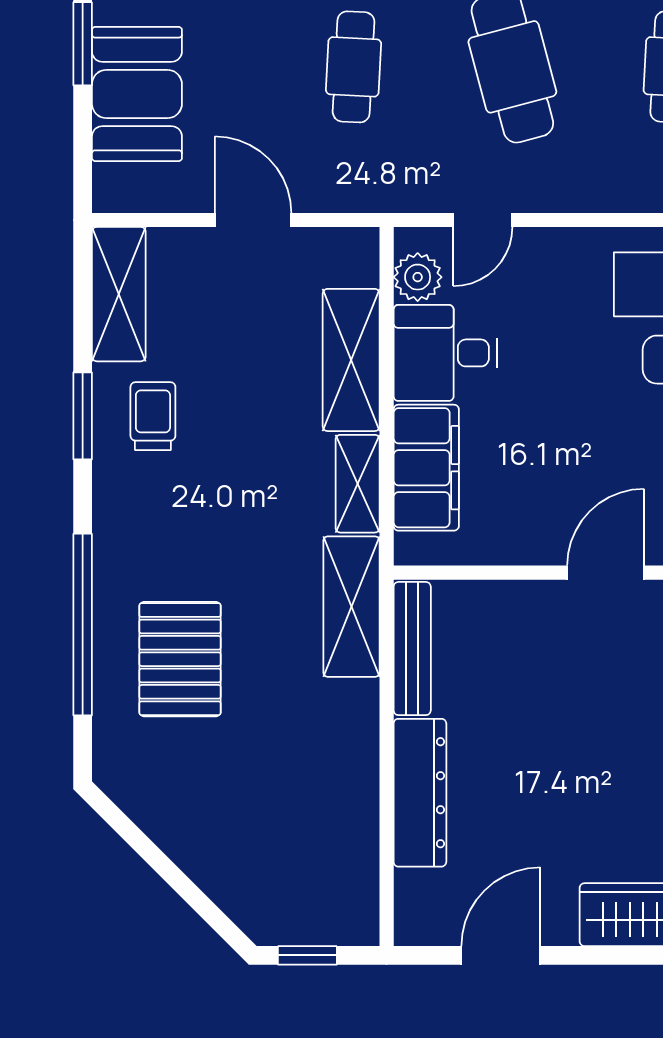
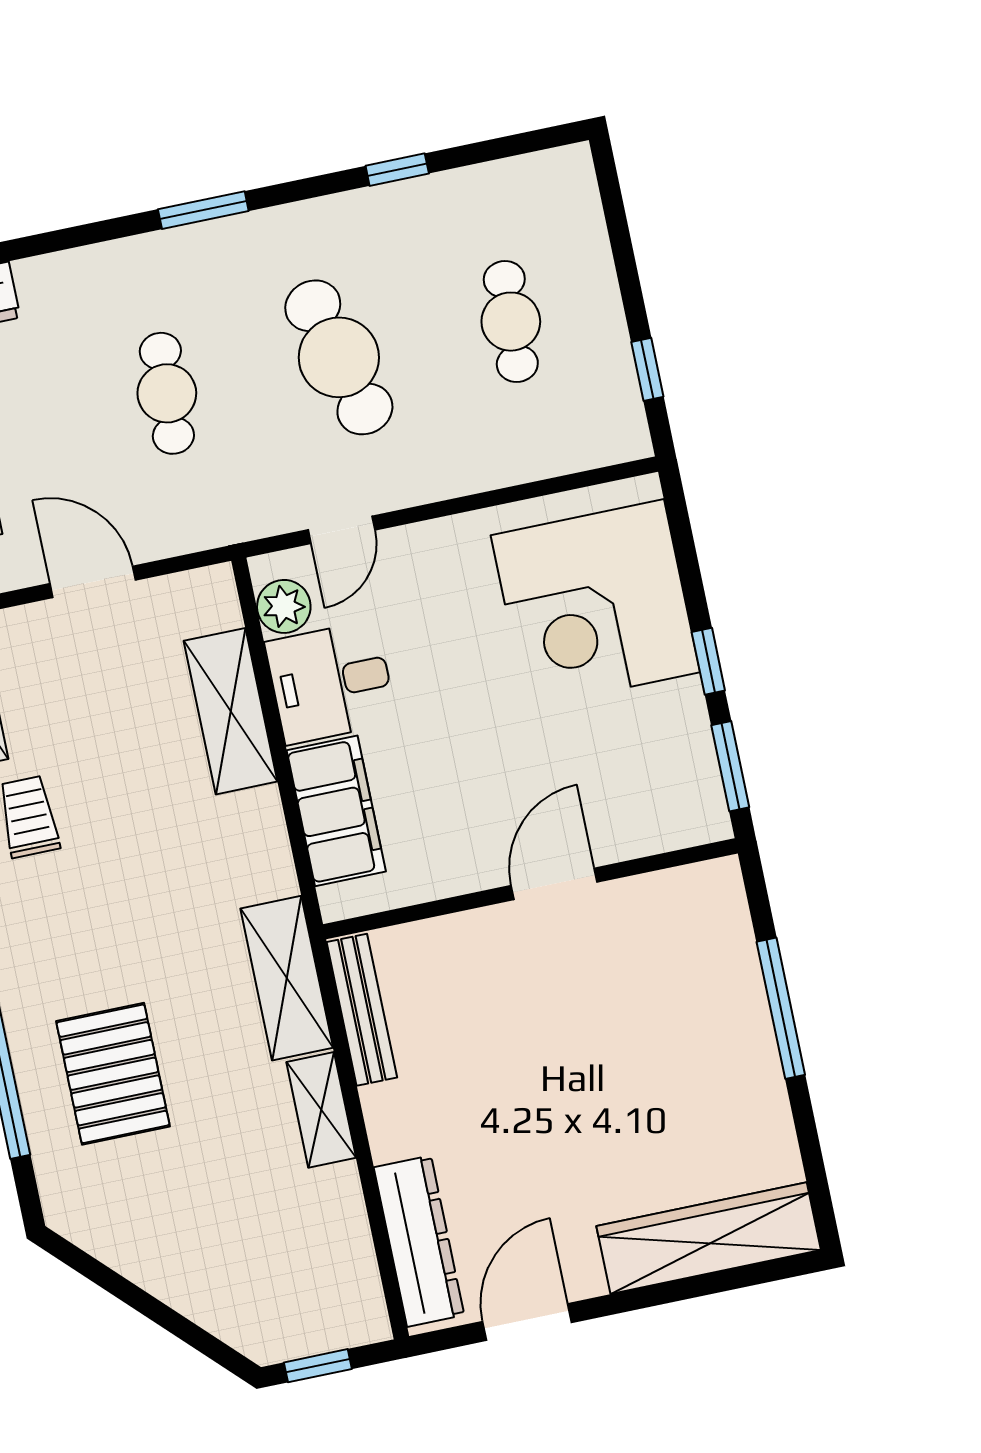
shelving: (358, 484) -> (321, 1110), moved
dresser: (420, 793) -> (419, 1241), moved

